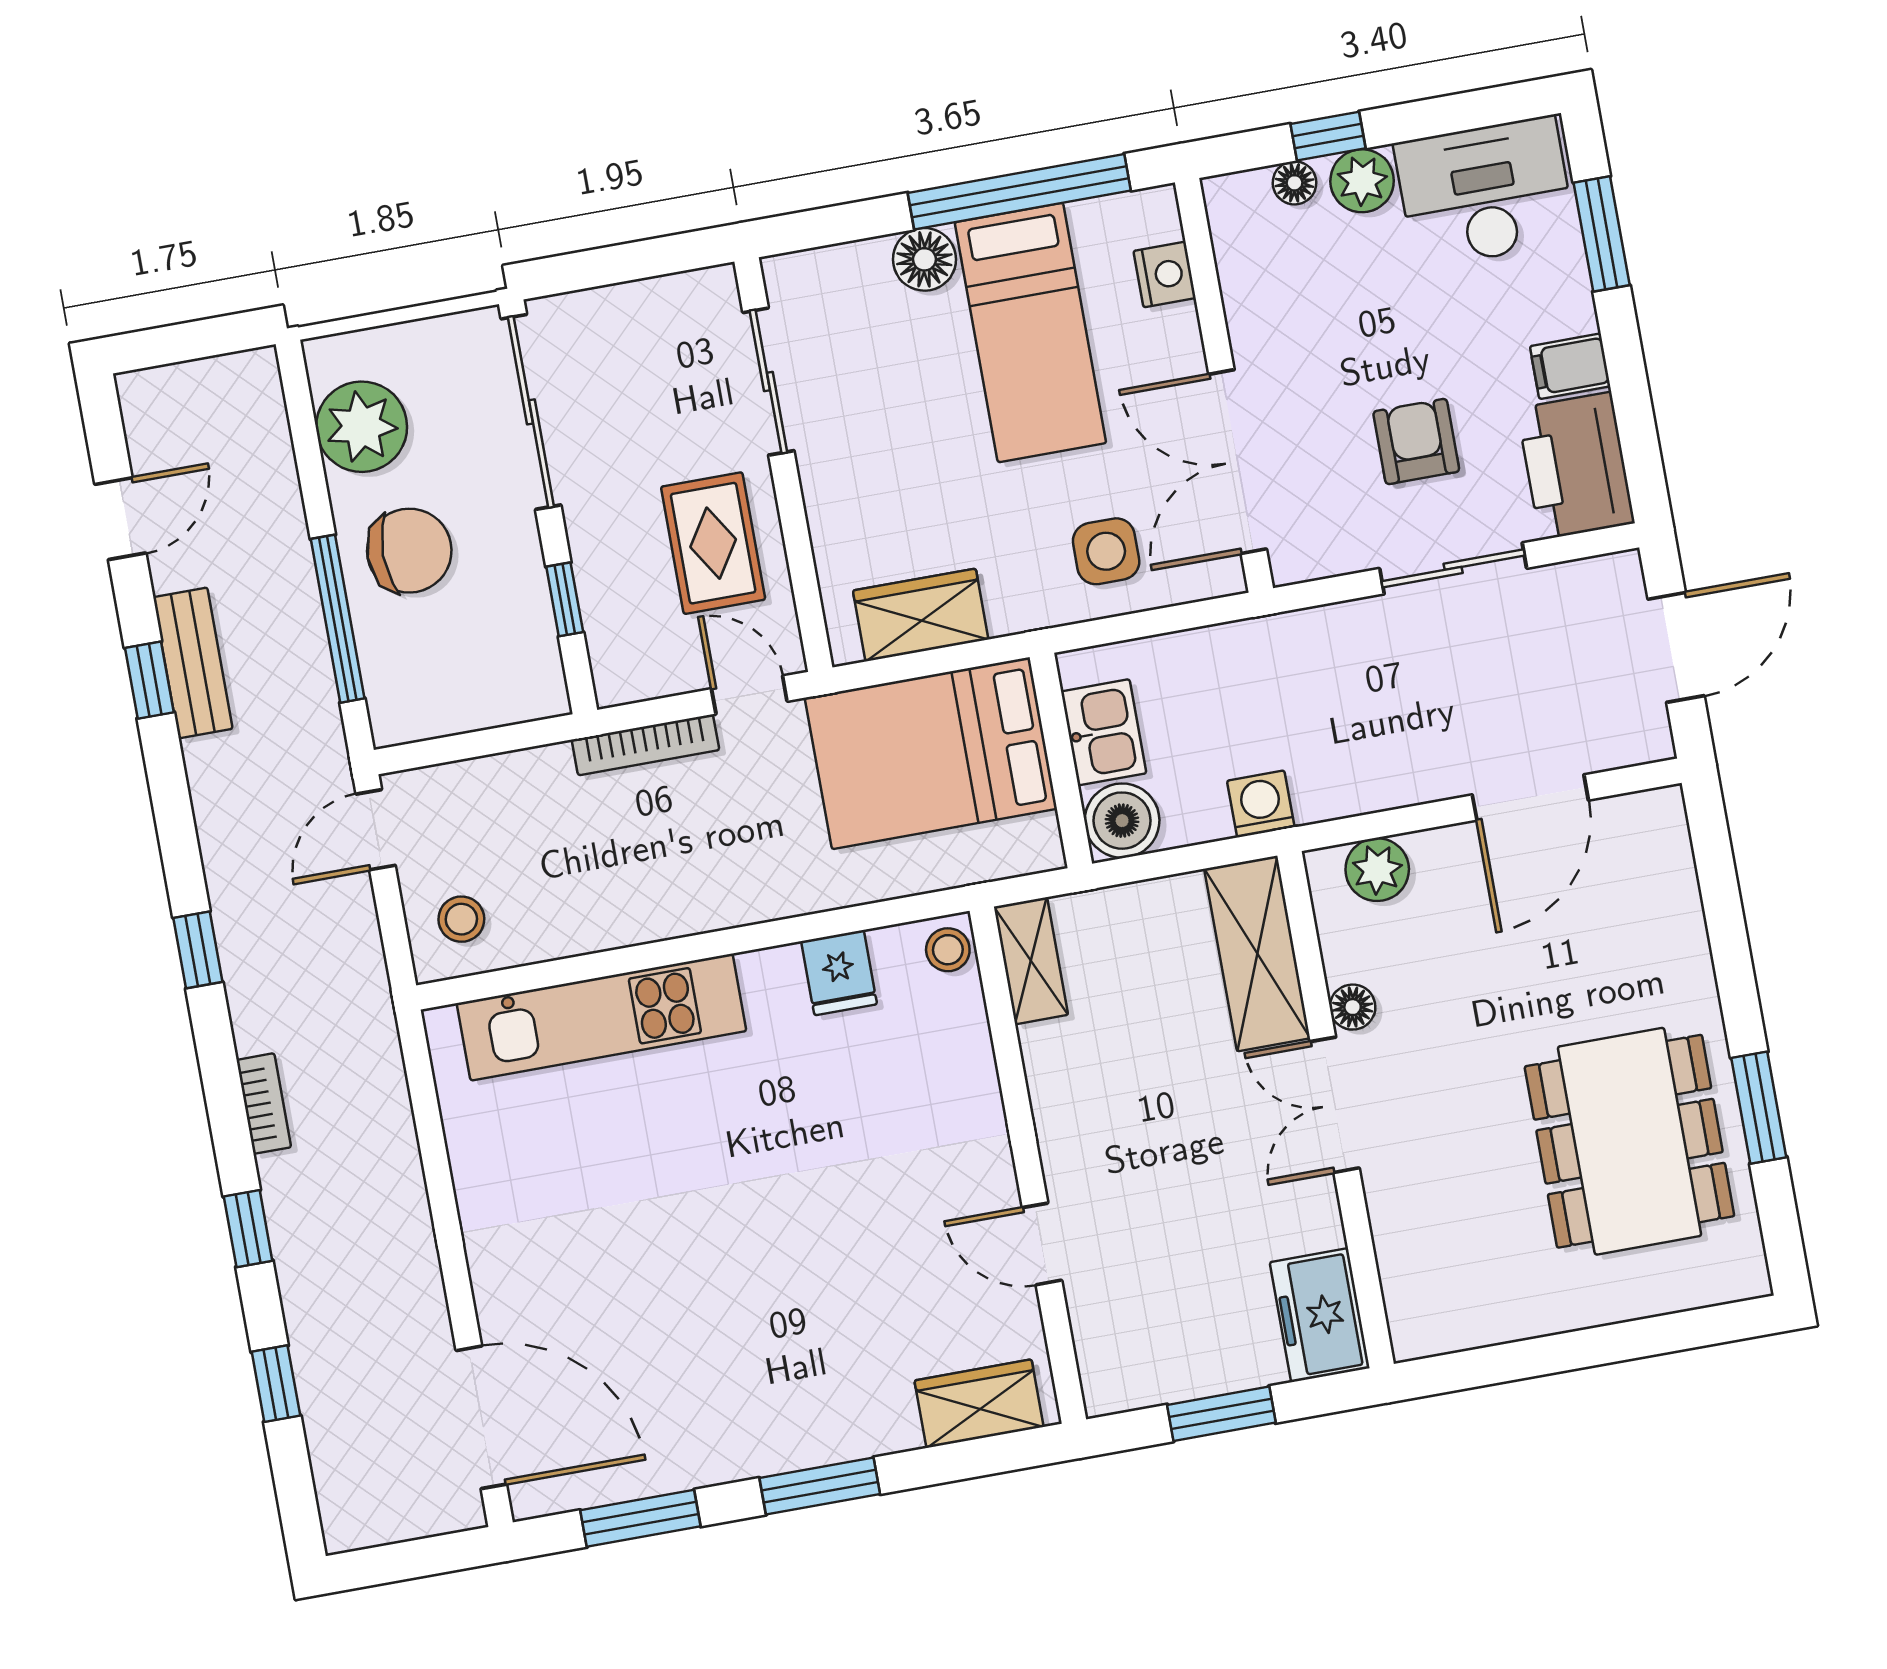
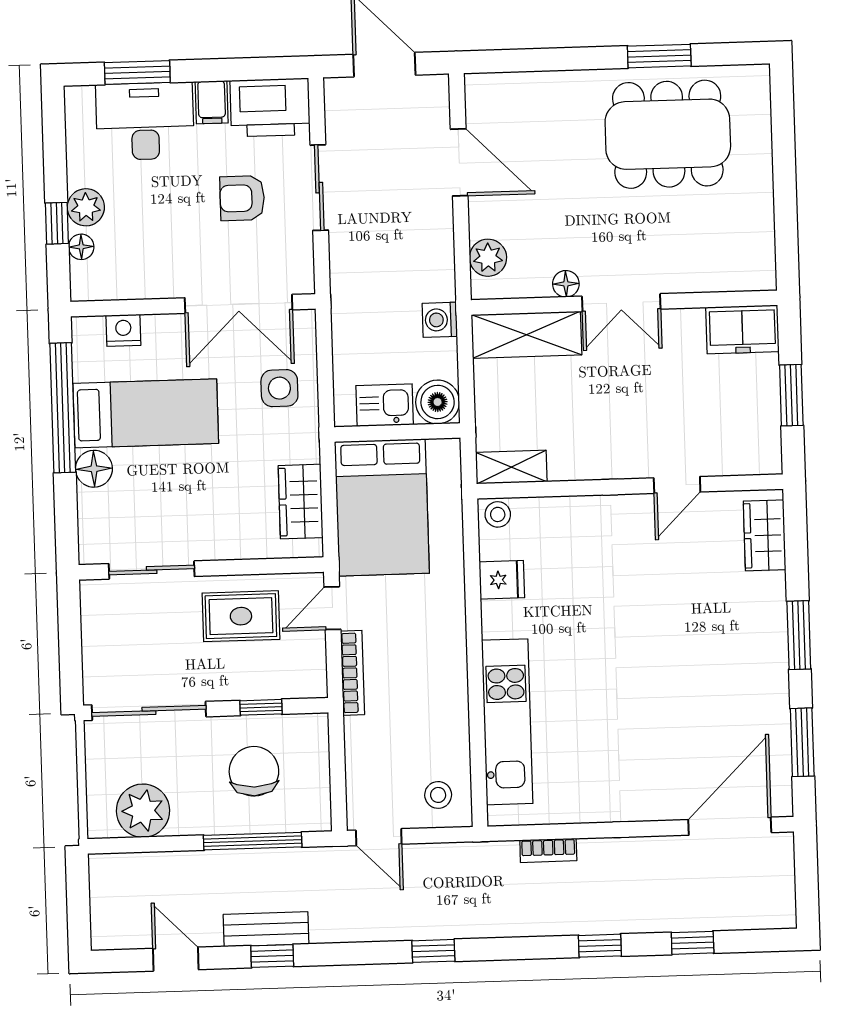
desk: (1485, 192) -> (145, 121), moved, turned 90
chair: (409, 551) -> (254, 771), moved
bookcase: (264, 1104) -> (548, 850), moved, turned 180

